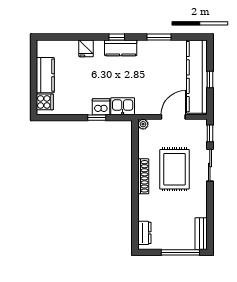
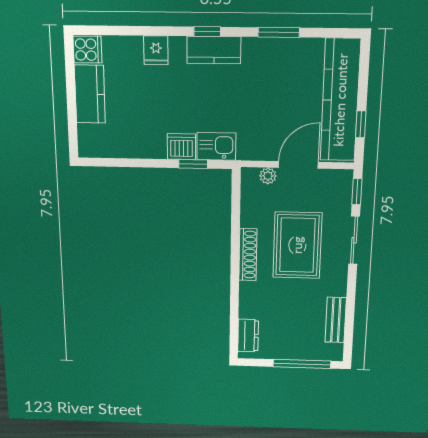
window: (210, 79) -> (361, 124), moved
cooker: (45, 102) -> (87, 50), moved
window: (97, 118) -> (193, 164), moved
plant: (143, 124) -> (268, 176), moved
bench: (201, 234) -> (336, 320), moved

